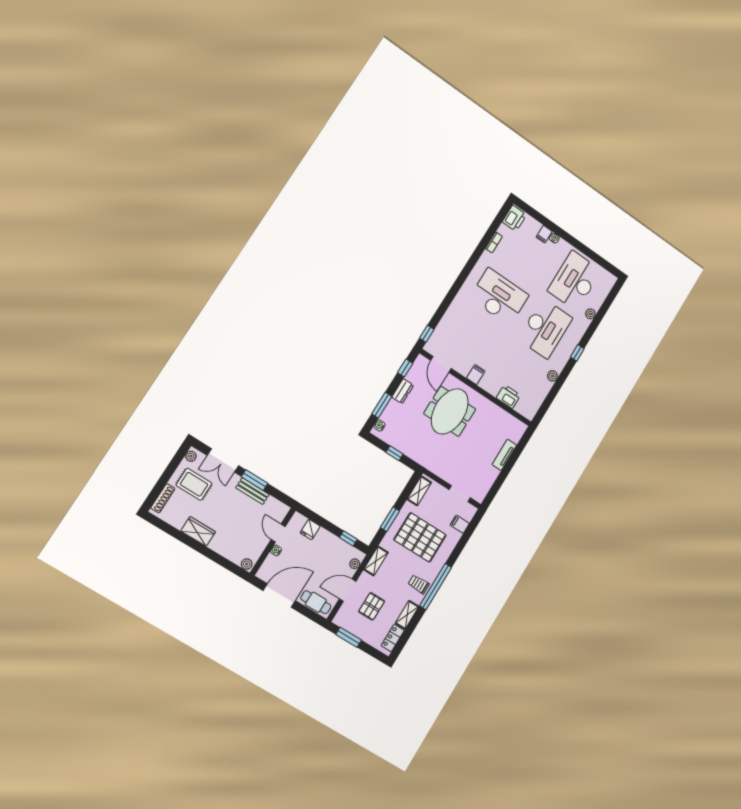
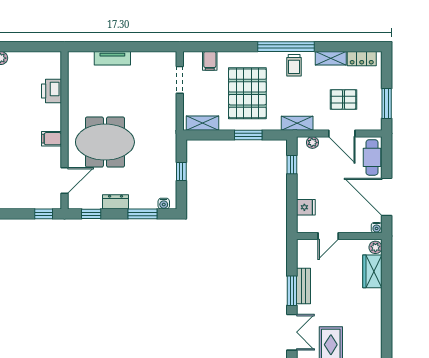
wardrobe: (198, 531) -> (372, 271), moved
water cooler: (276, 550) -> (377, 228), moved

